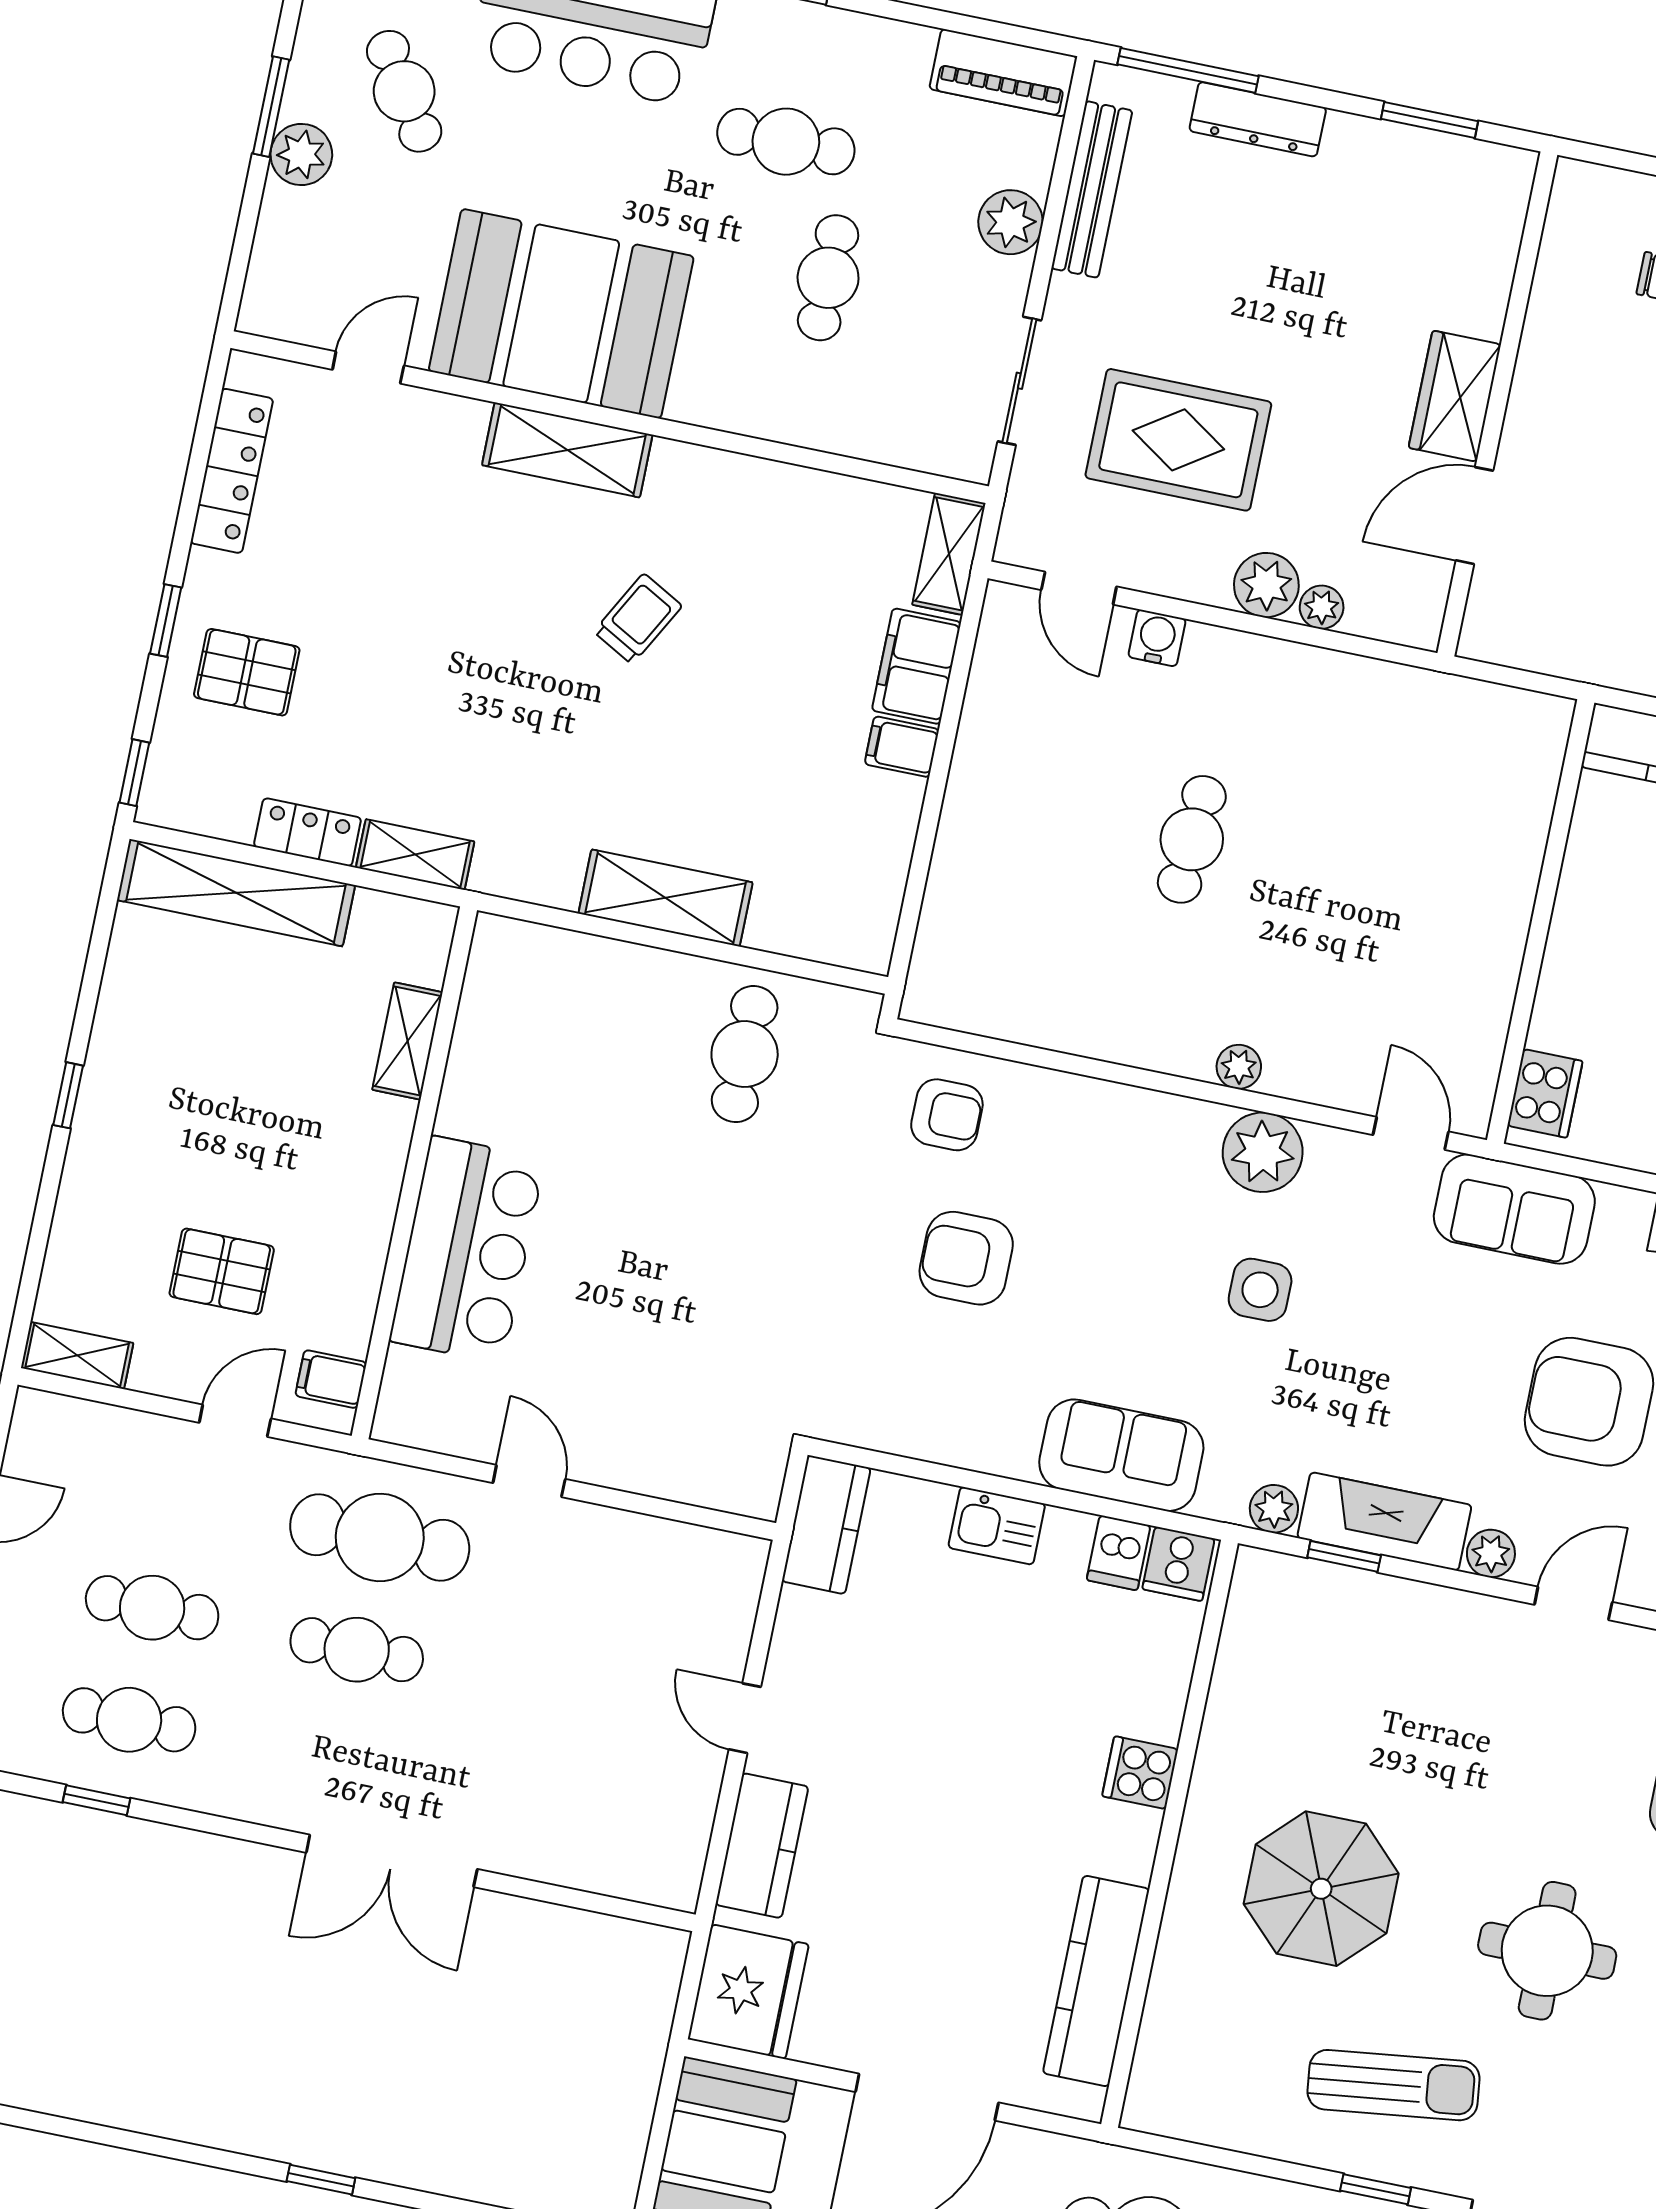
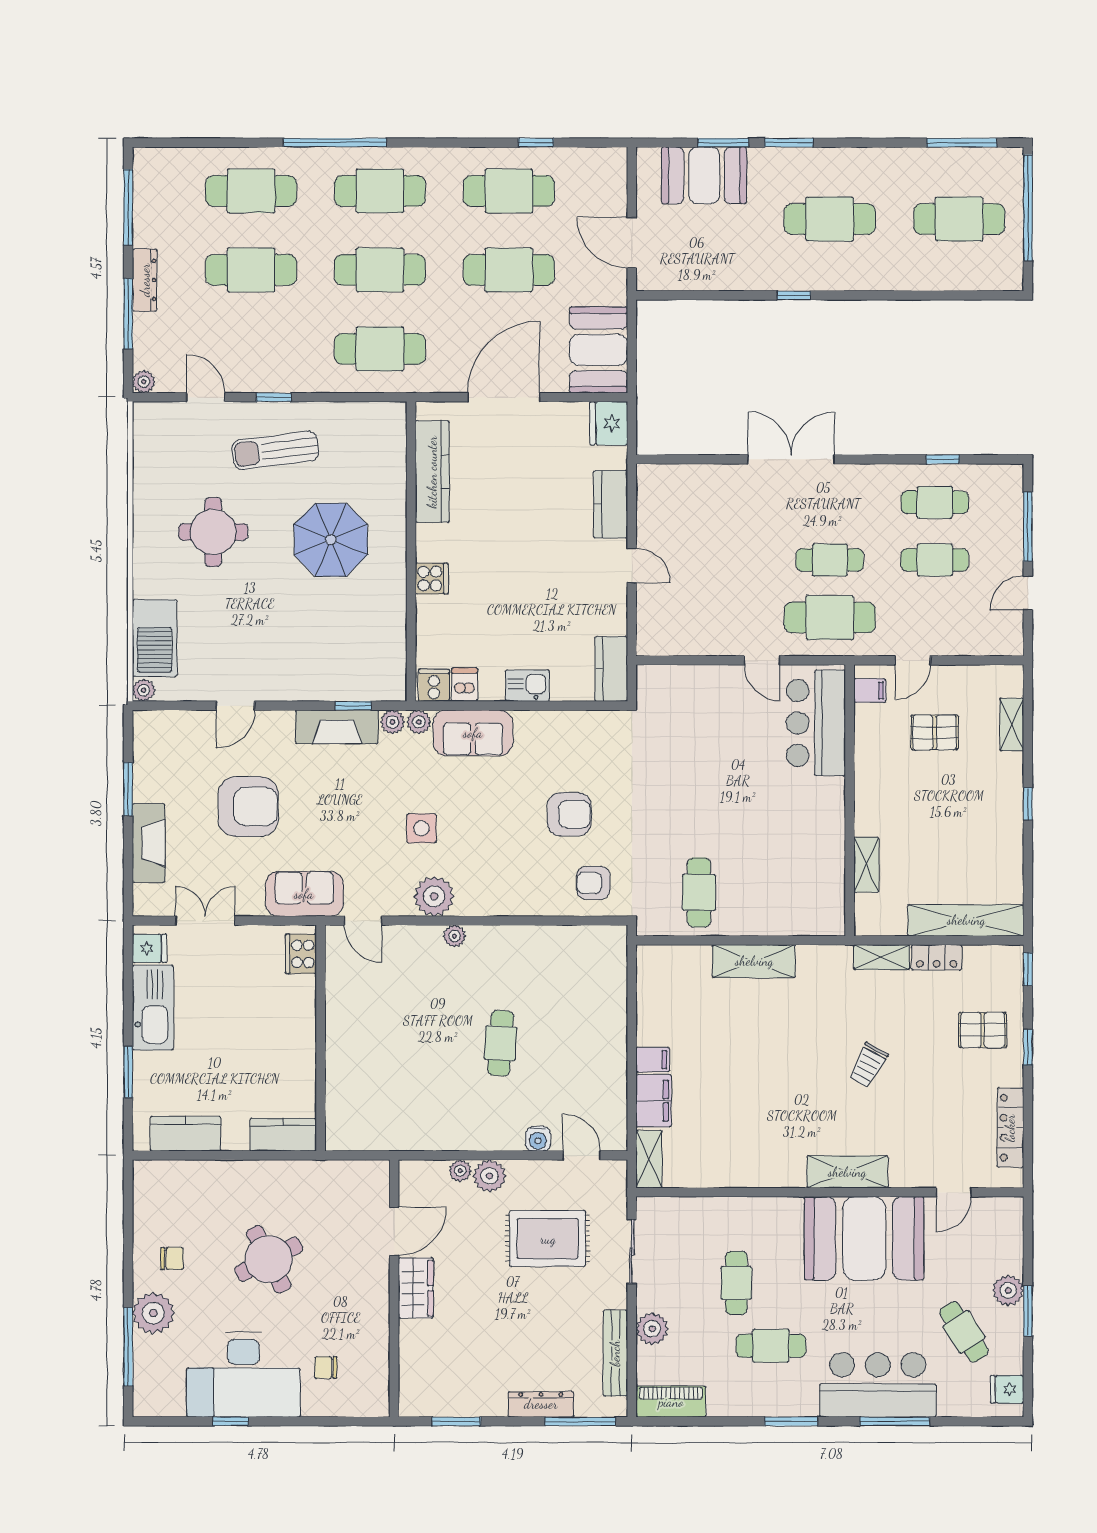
trolley: (638, 619) -> (868, 1065), moved
bar counter: (467, 1250) -> (816, 723), moved
shelving: (77, 1355) -> (1012, 724), moved, turned 90
plant: (1491, 1553) -> (419, 722), moved
fridge: (748, 1992) -> (609, 423), width x0.73, depth x0.75

